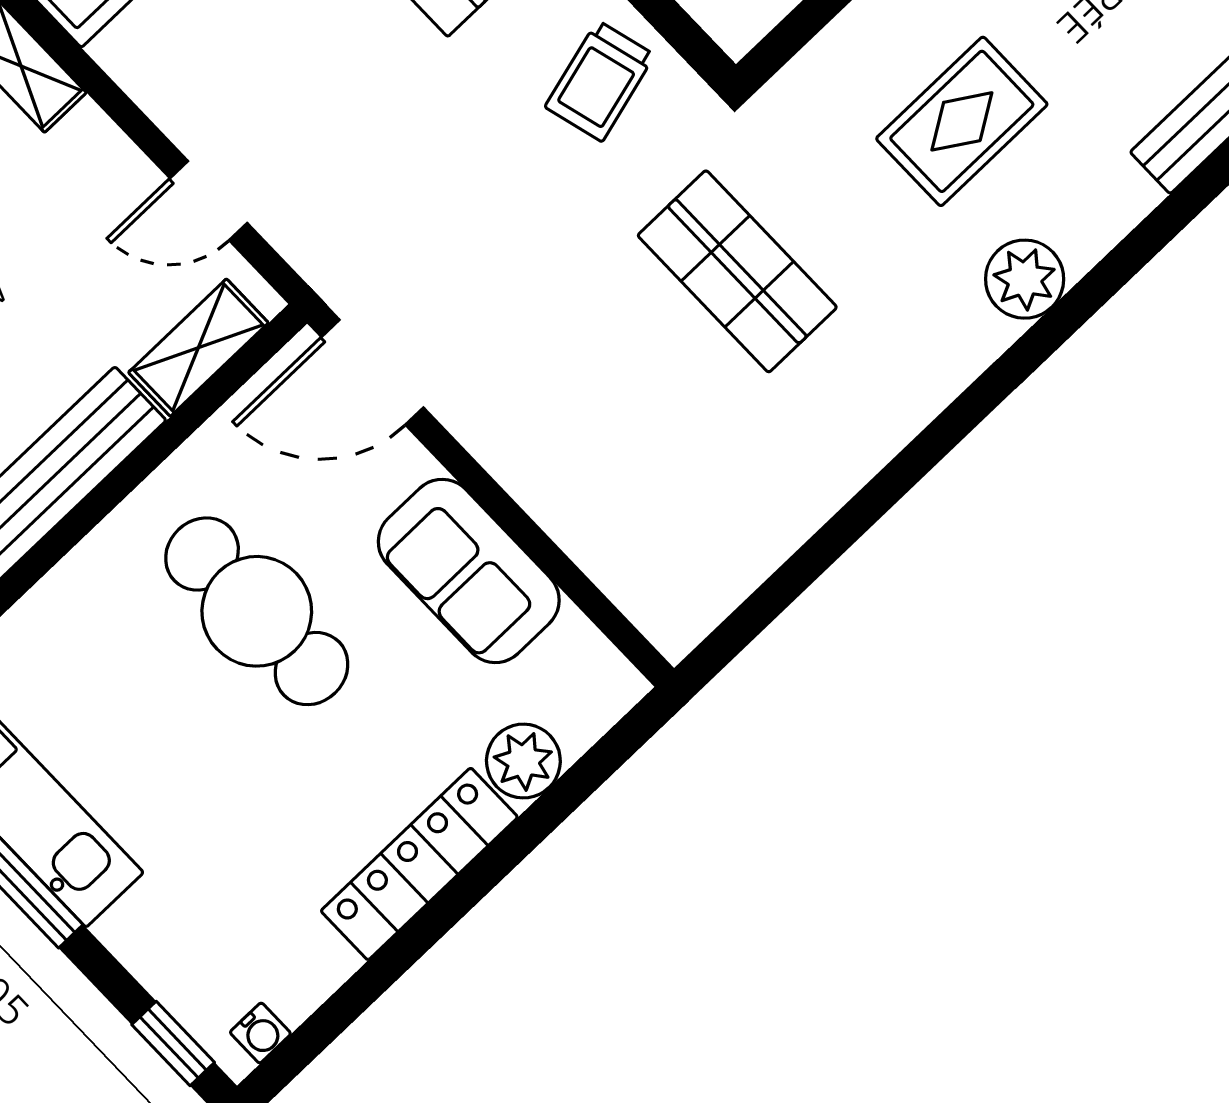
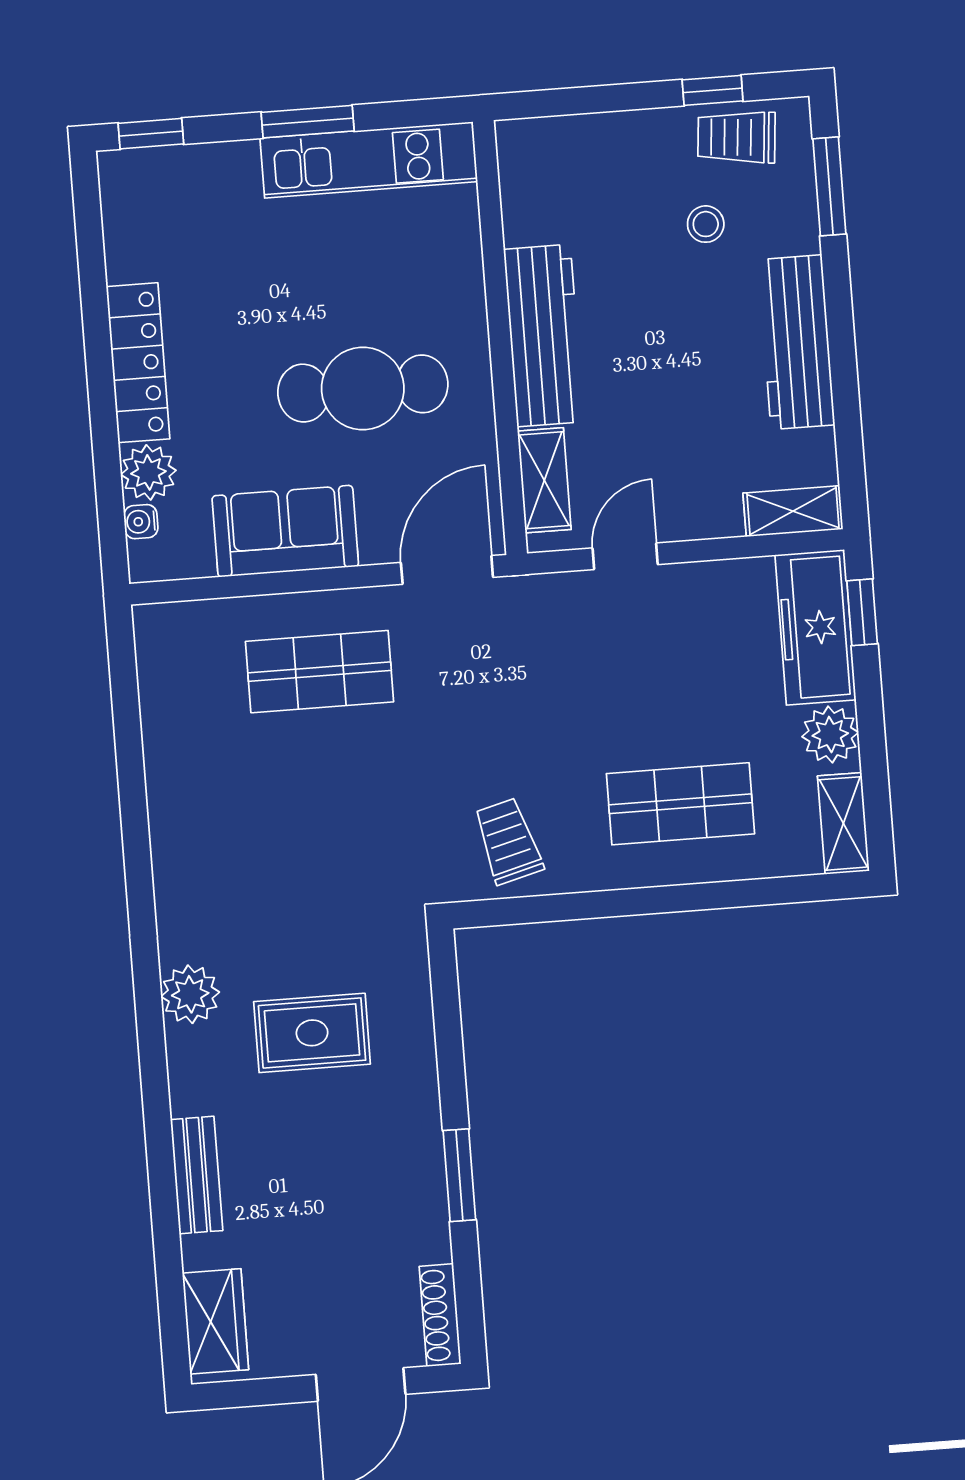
rug: (962, 121) -> (312, 1033), turned 90
shop shelf: (737, 271) -> (320, 672), moved
water cooler: (260, 1033) -> (141, 522), moved

